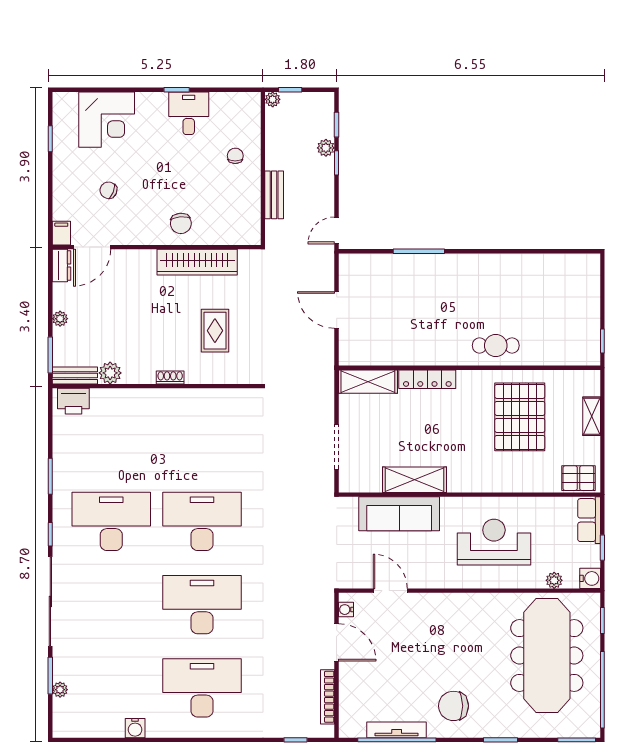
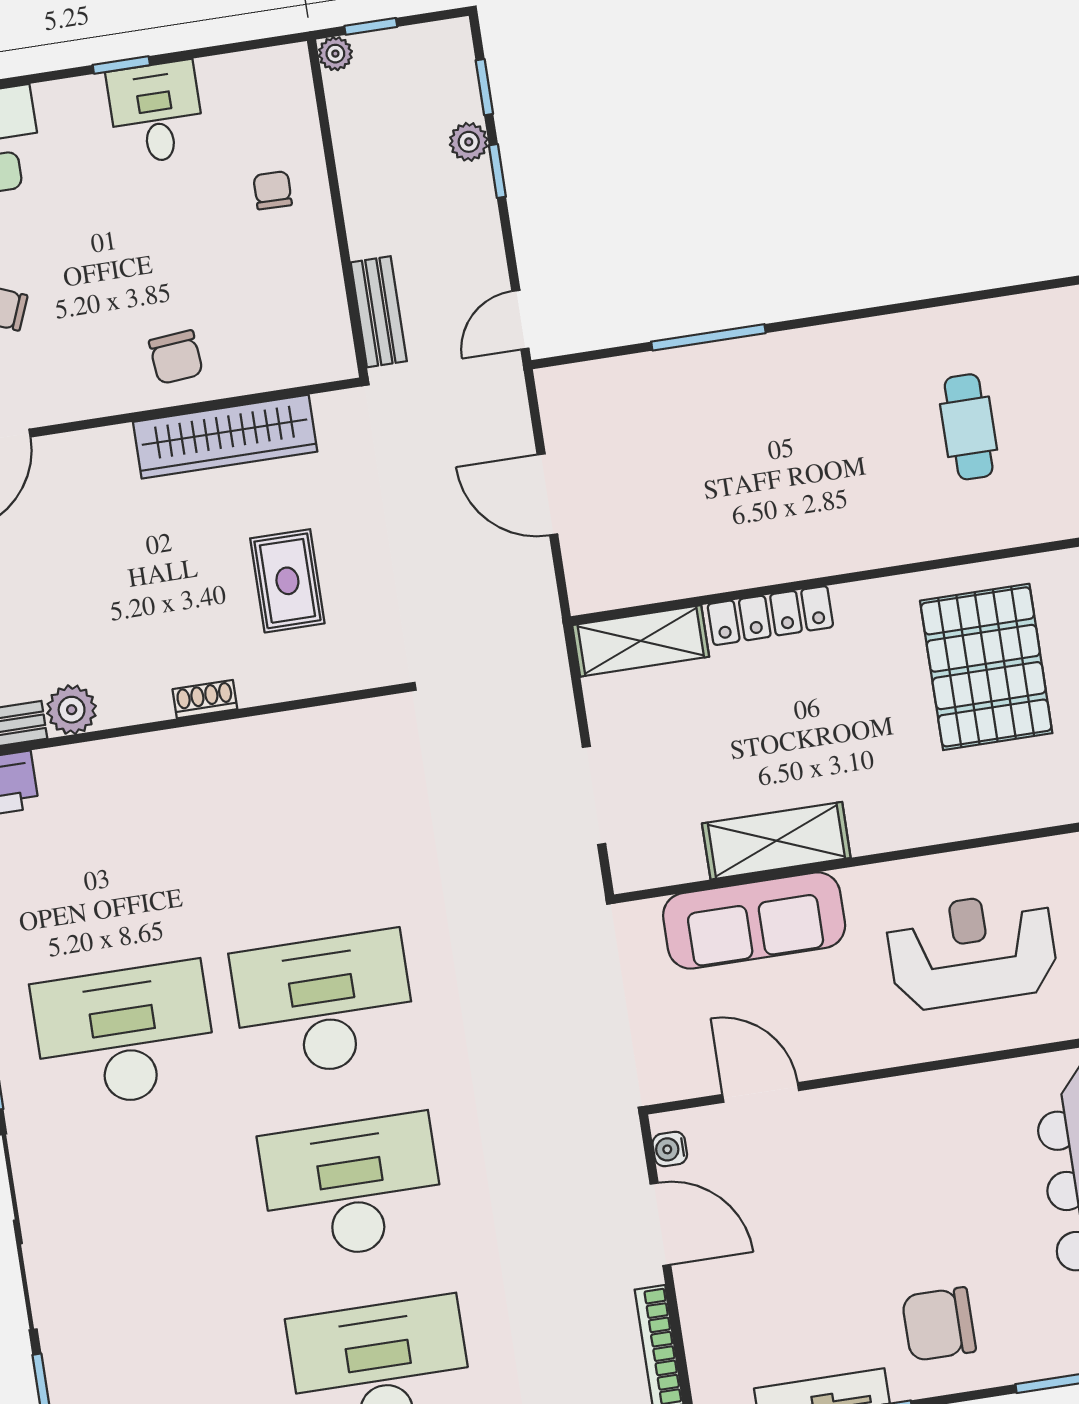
bench: (274, 195) -> (379, 312), moved
cafe table: (496, 346) -> (969, 427), moved, turned 90

